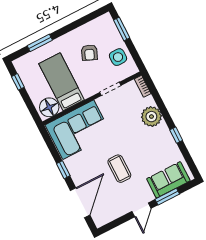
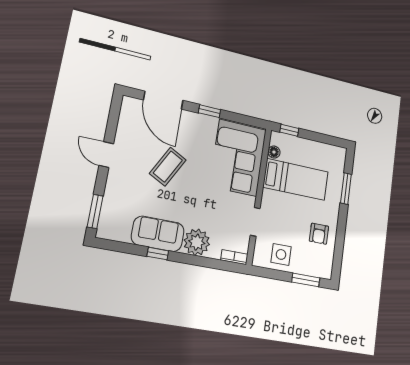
armchair: (89, 53) -> (319, 234), moved, turned -113
window: (18, 82) -> (289, 130), moved
floor lamp: (49, 107) -> (274, 152), width x0.53, depth x0.53
coffee table: (119, 169) -> (168, 167), turned -62
sofa: (168, 180) -> (158, 234), moved, turned -90
window: (167, 197) -> (95, 212), moved

